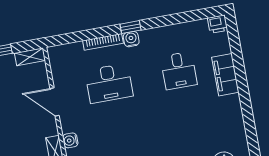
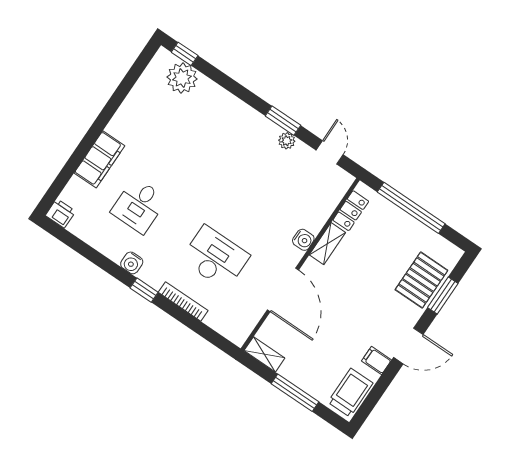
water cooler: (131, 39) -> (132, 263), moved
desk: (179, 71) -> (139, 206), turned 180
door: (55, 102) -> (283, 290), width x1.36

